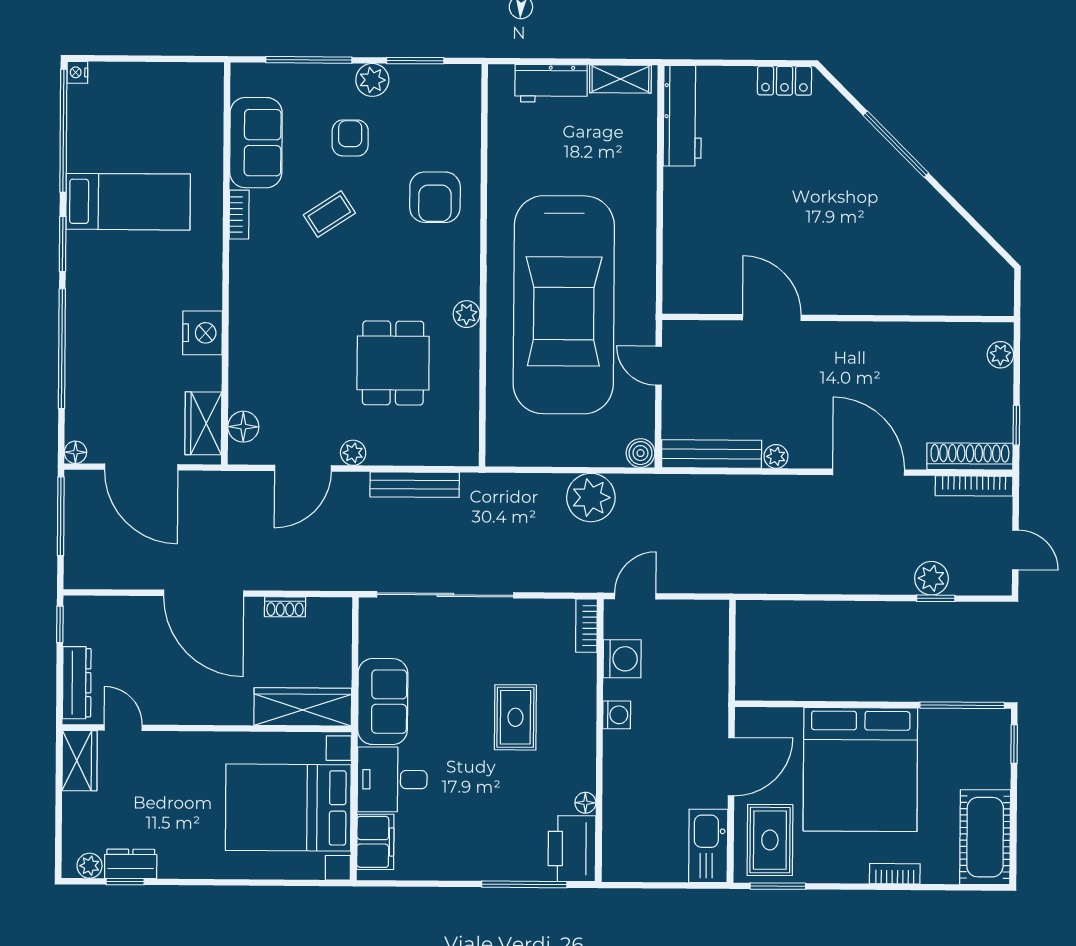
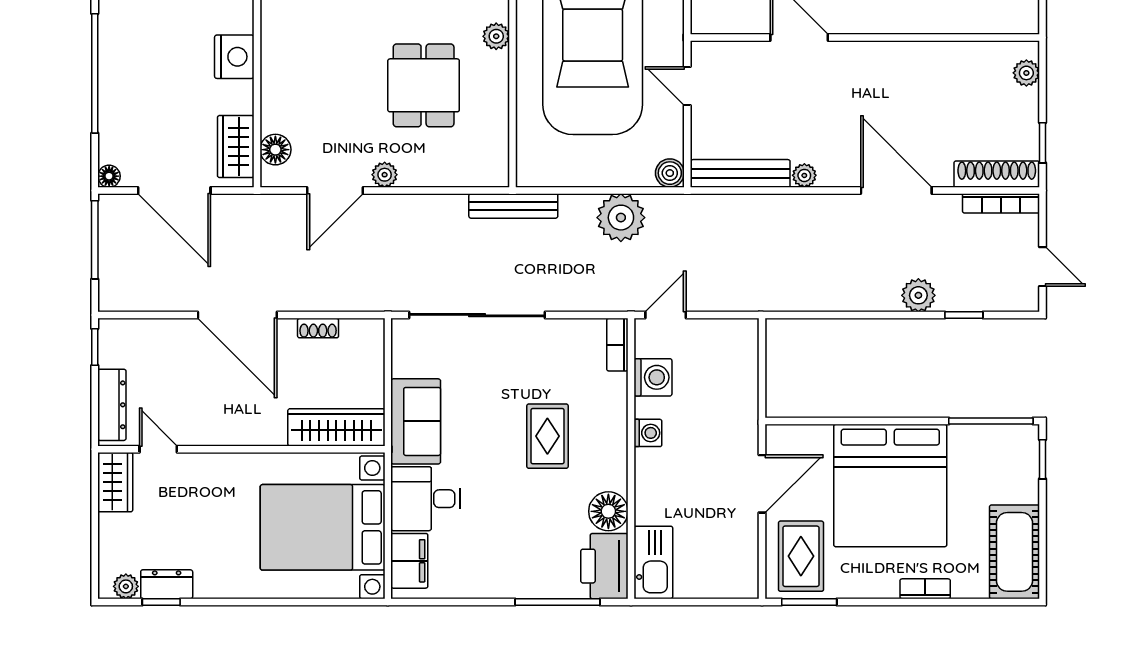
bench: (415, 485) -> (513, 206), moved
plant: (931, 578) -> (918, 295), moved
floor lamp: (585, 803) -> (608, 511), width x1.89, depth x1.89
kitchen sink: (708, 846) -> (653, 562), moved, turned 180

